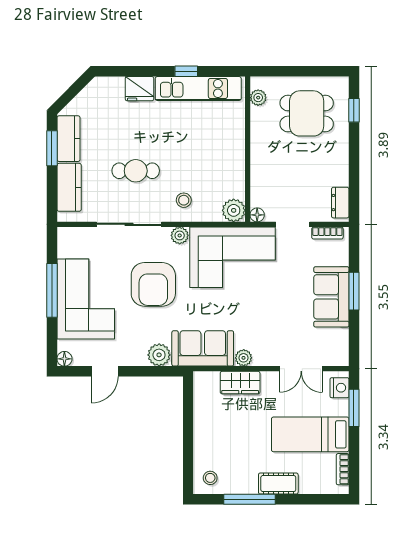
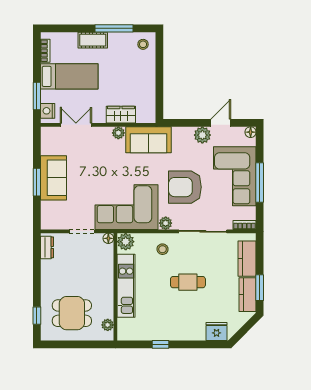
kitchen unit: (198, 88) -> (126, 286), moved, turned 90
fridge: (140, 89) -> (217, 331), moved
cafe table: (136, 171) -> (188, 282), moved
bookcase: (327, 233) -> (245, 225), moved
armchair: (153, 284) -> (185, 187), turned -90
plant: (159, 355) -> (202, 135), moved

